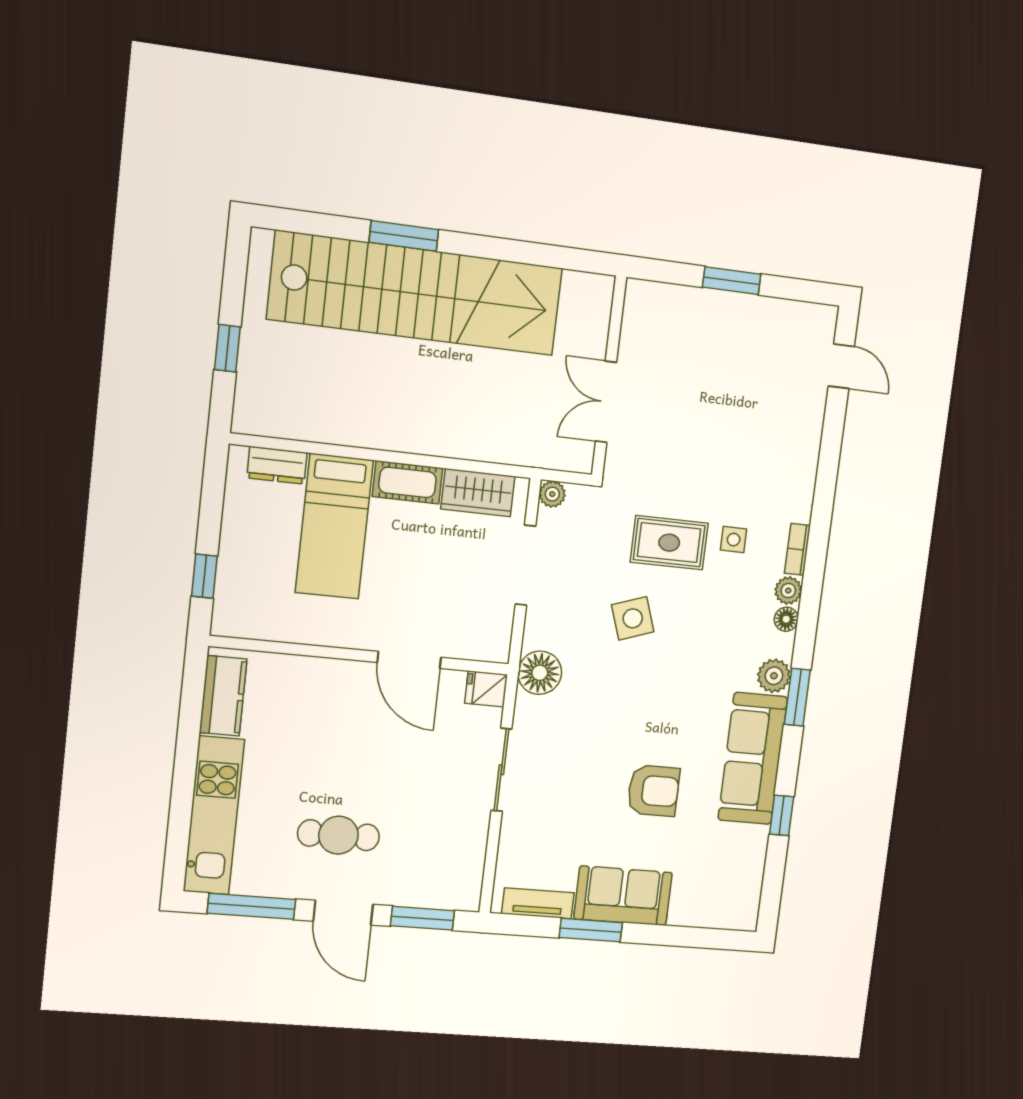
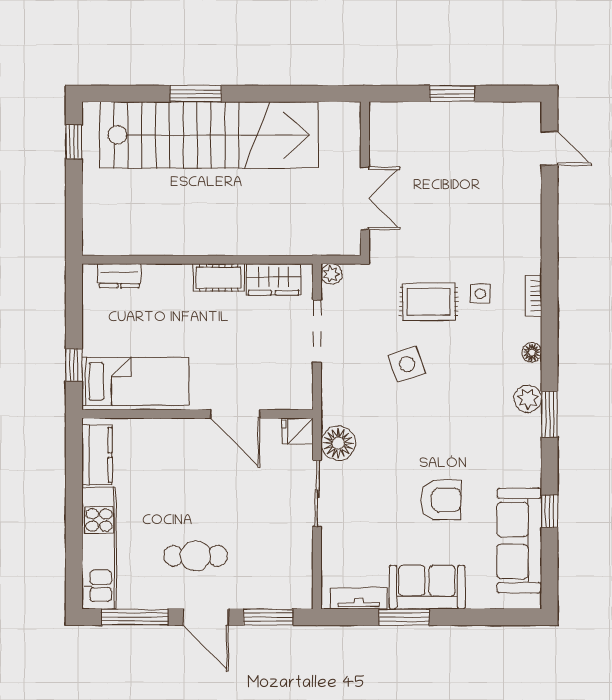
window: (227, 348) -> (74, 142), moved
double door: (606, 402) -> (365, 198), swing flipped
bed: (334, 526) -> (135, 381), moved, turned -90
plant: (788, 591) -> (530, 329), removed
floor lamp: (540, 673) -> (338, 443), moved
sofa: (753, 758) -> (519, 540), moved

